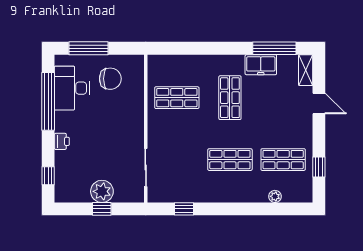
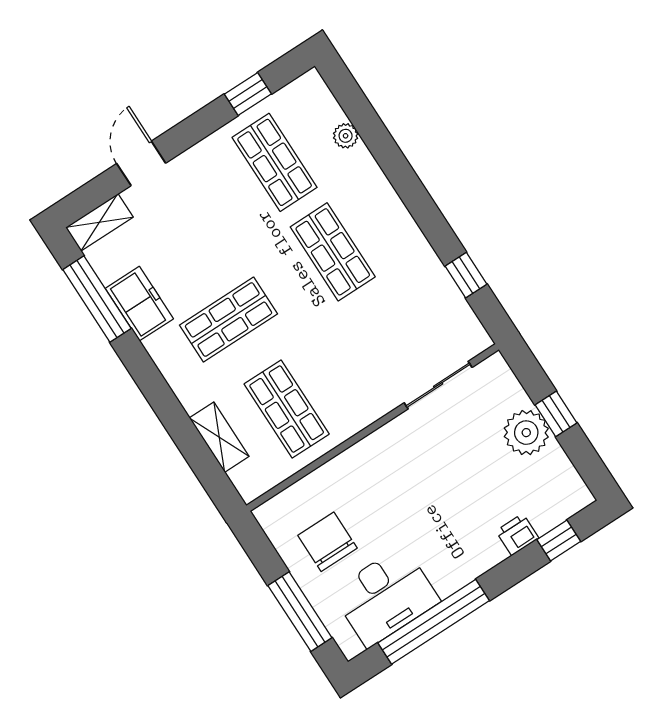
shelving: (183, 62) -> (219, 437), added
printer: (62, 141) -> (517, 535), moved

